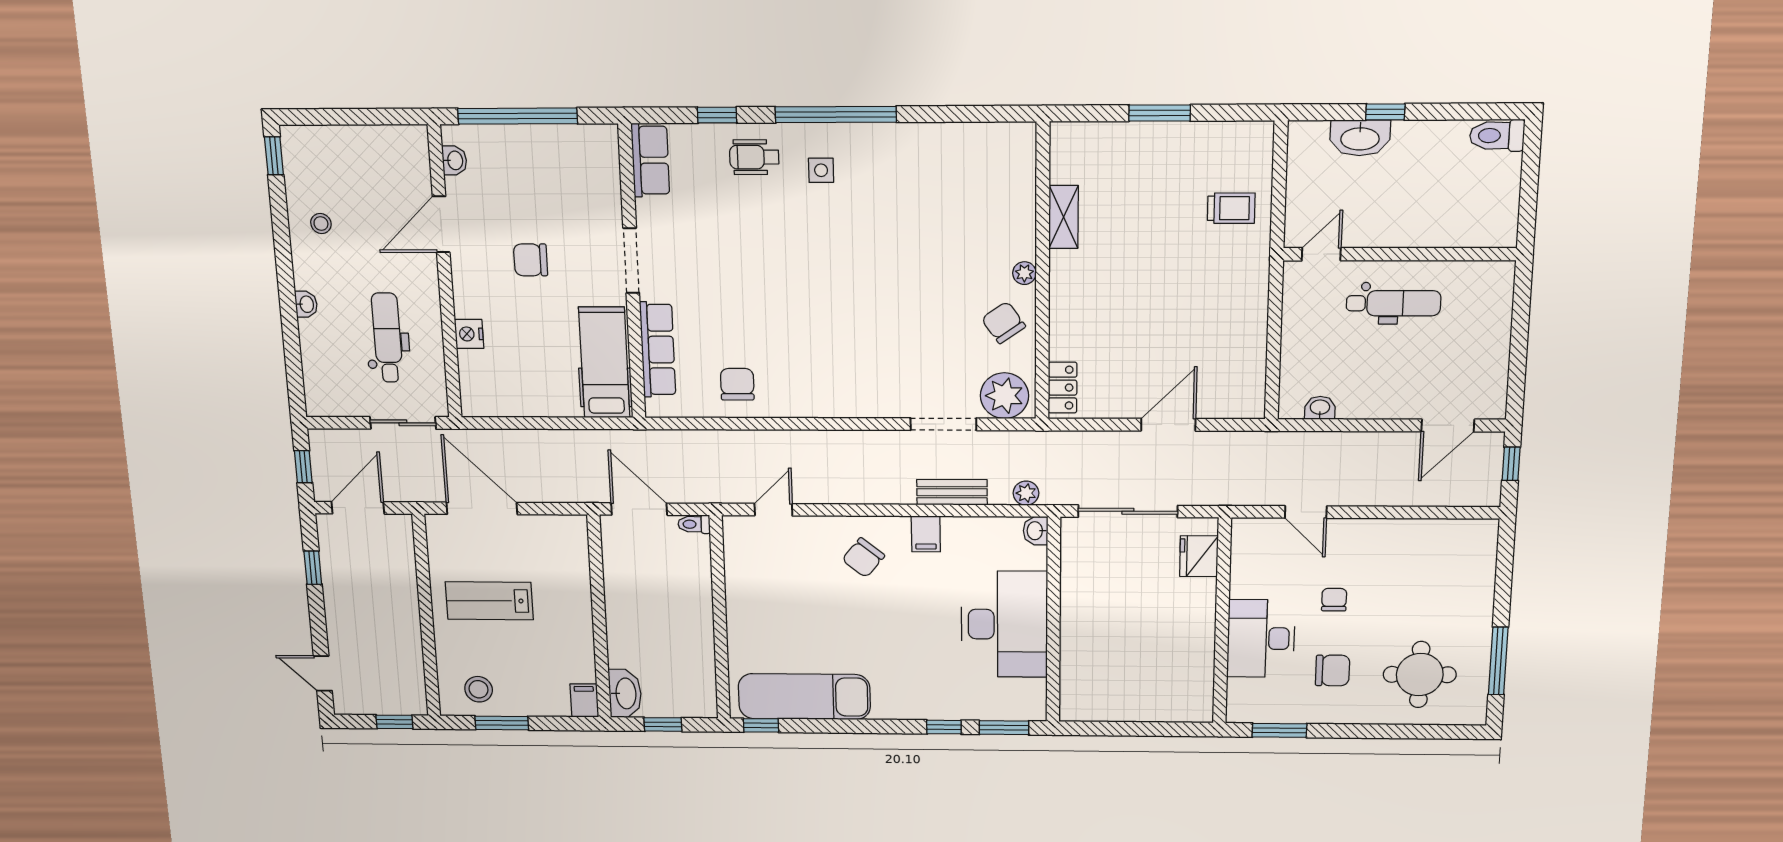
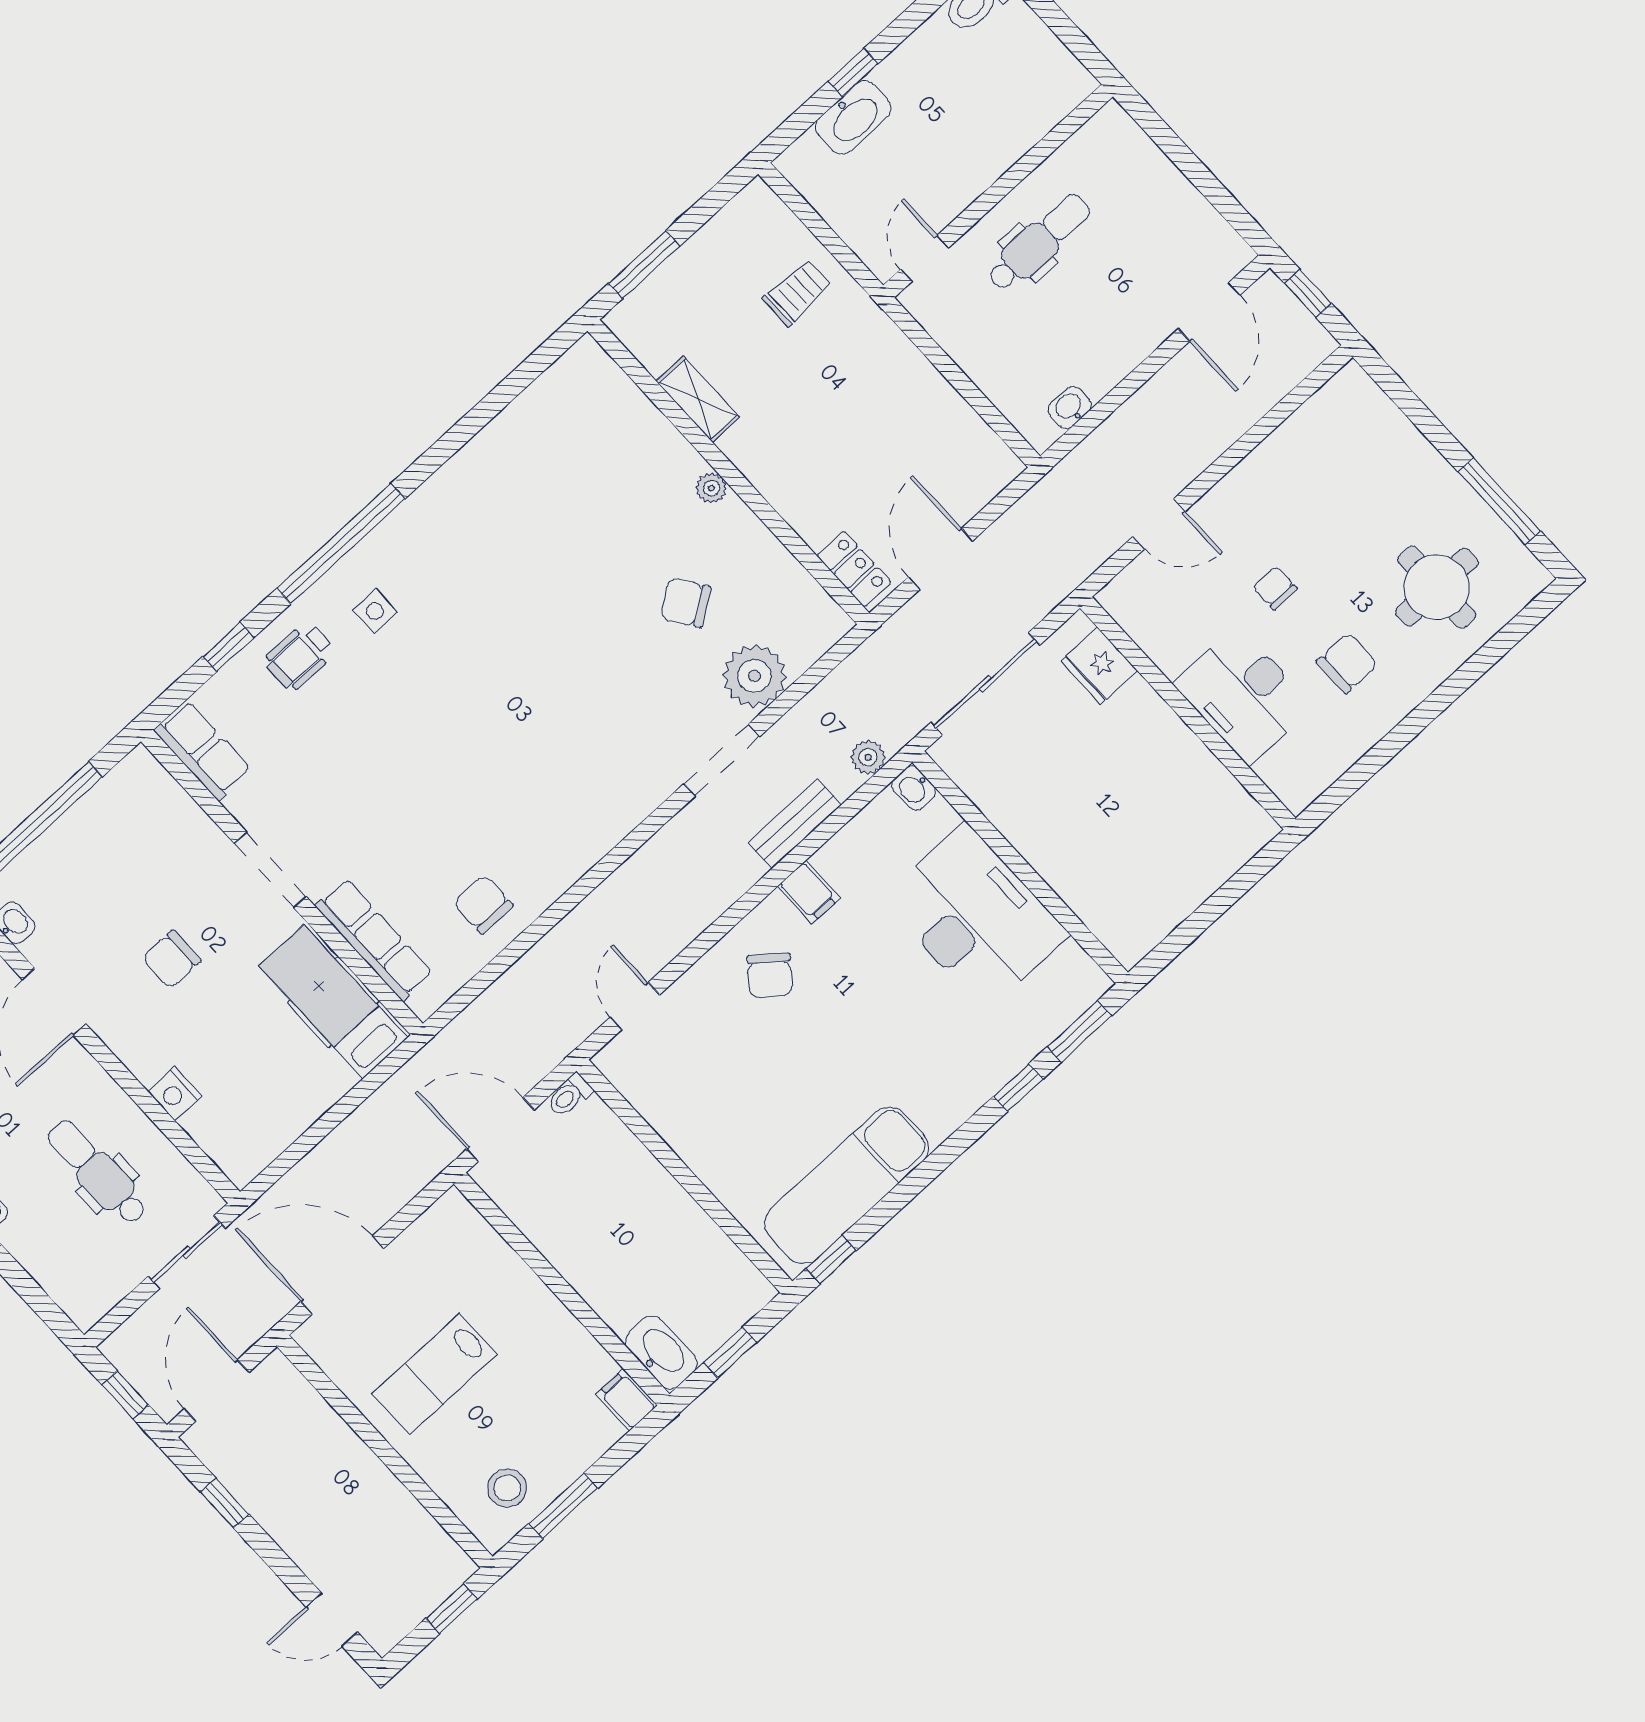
shelving: (1064, 217) -> (698, 399), moved
plant: (1024, 273) -> (711, 488), moved
wall: (1042, 273) -> (728, 472), moved
locker: (1063, 388) -> (854, 569), moved
window: (1279, 730) -> (1357, 776), removed

